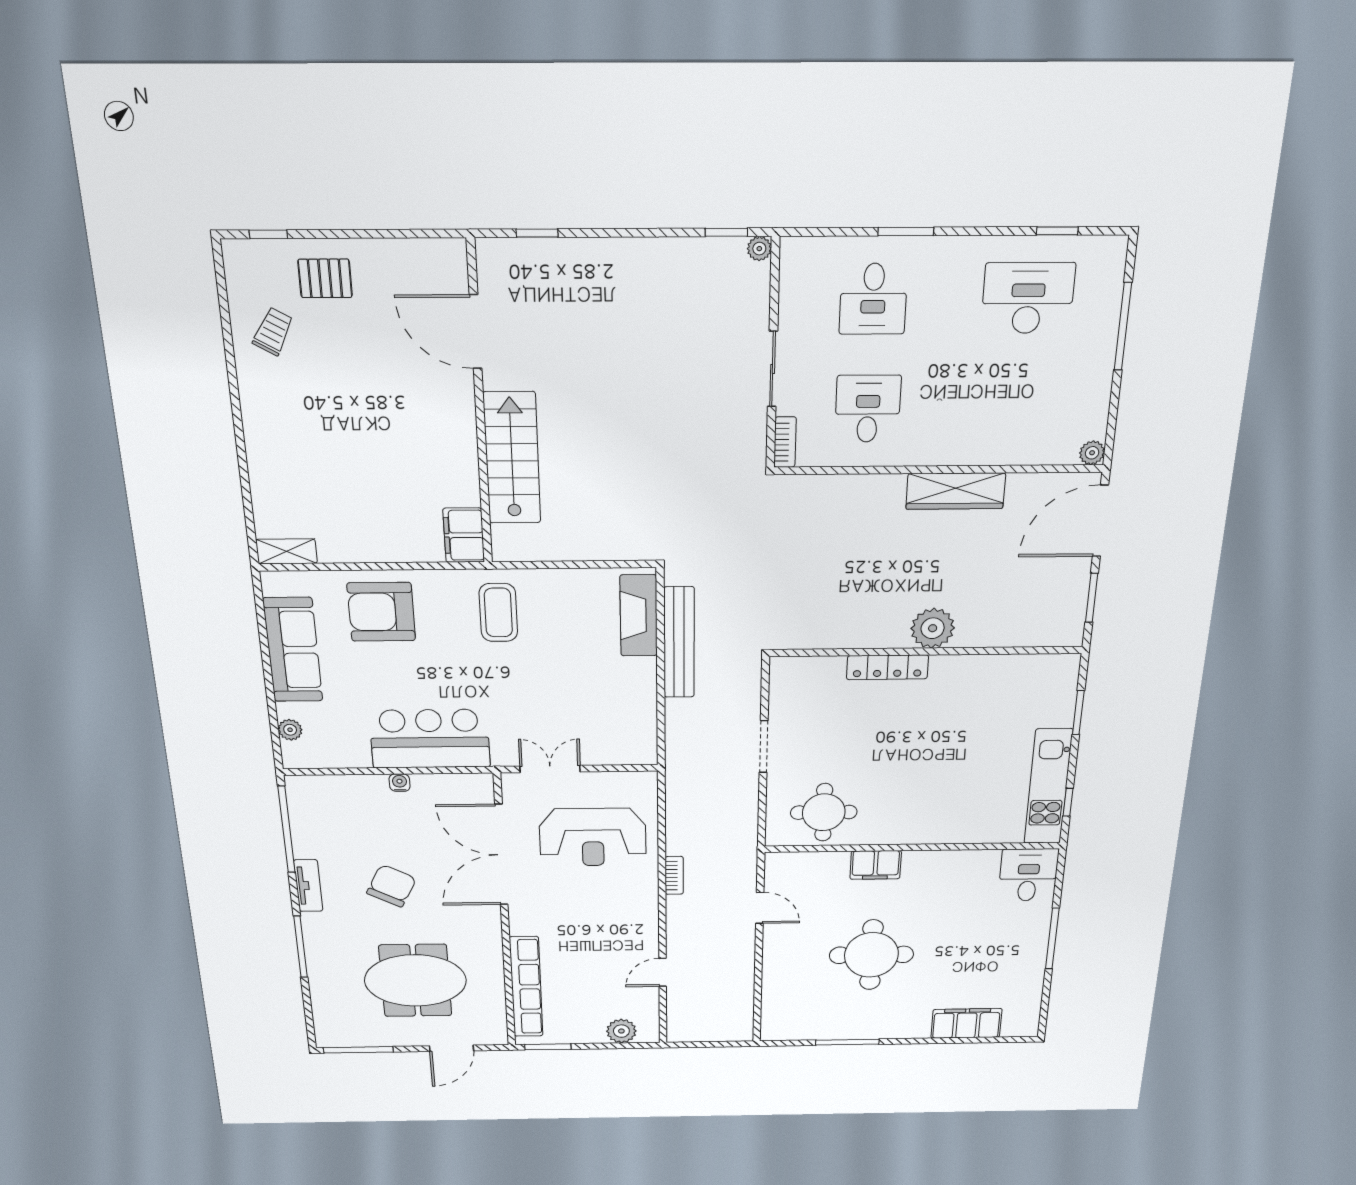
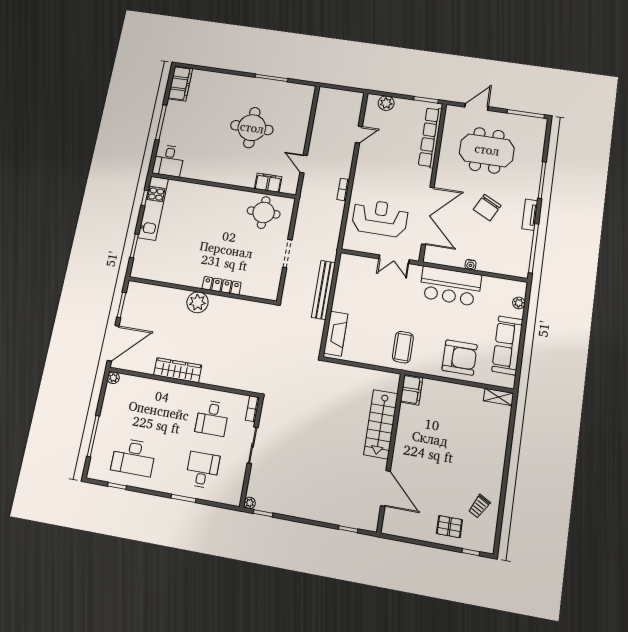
bench: (679, 643) -> (323, 290), moved
filing cabinet: (876, 865) -> (268, 183), moved
filing cabinet: (966, 1023) -> (180, 84), moved, turned -90

